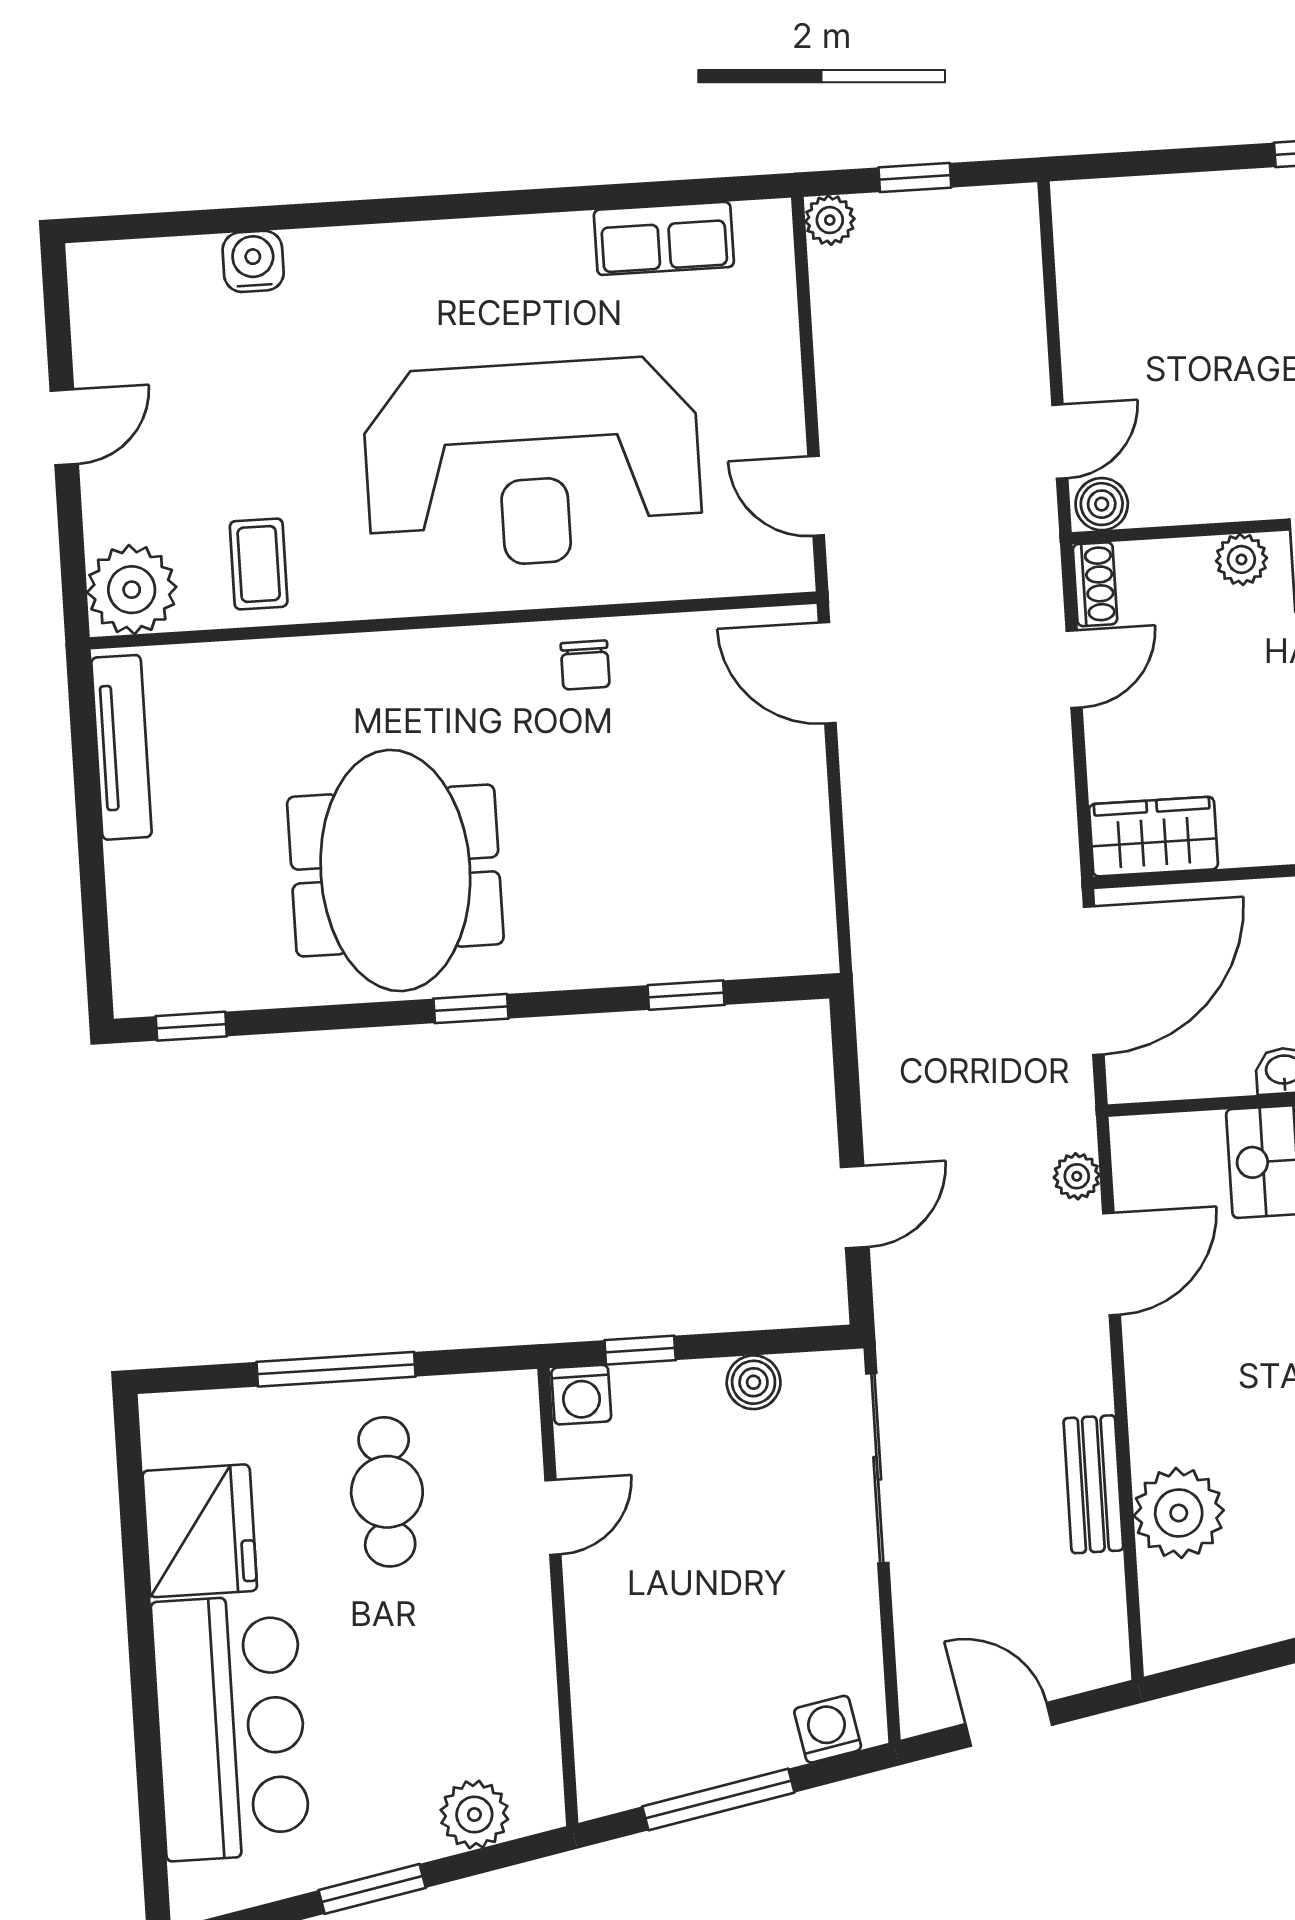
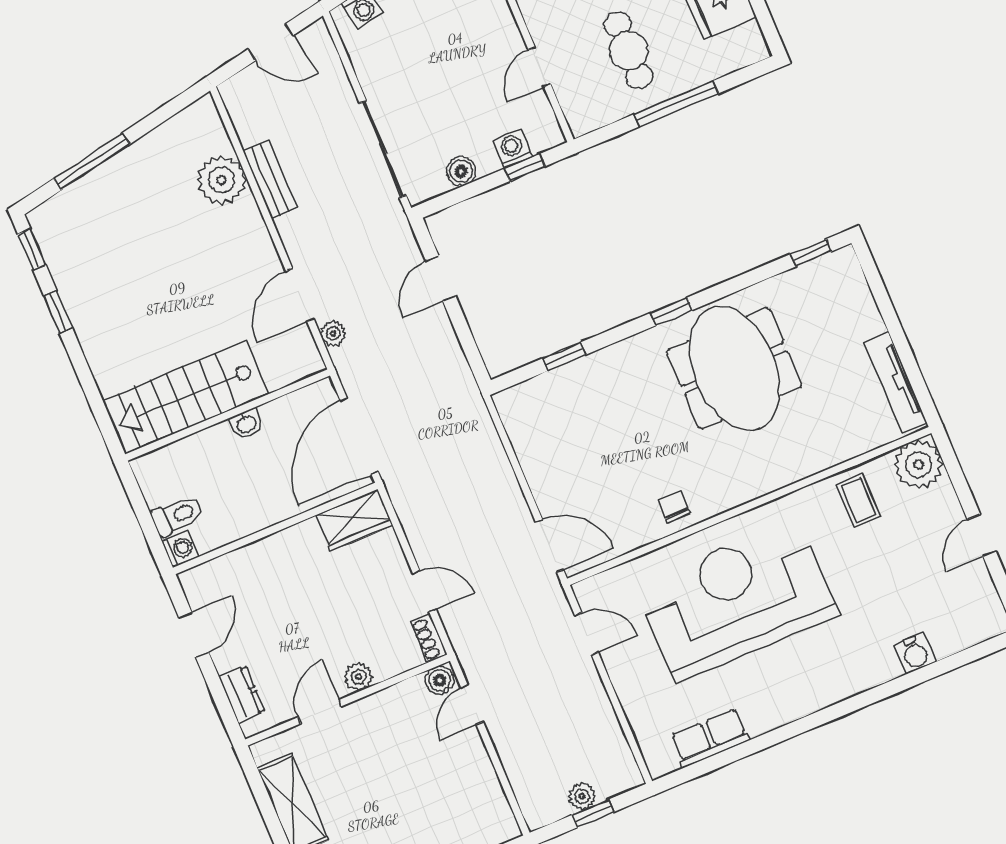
plant: (830, 220) -> (582, 796), moved
door: (1074, 669) -> (424, 591), swing flipped
washing machine: (581, 1395) -> (512, 149), moved

